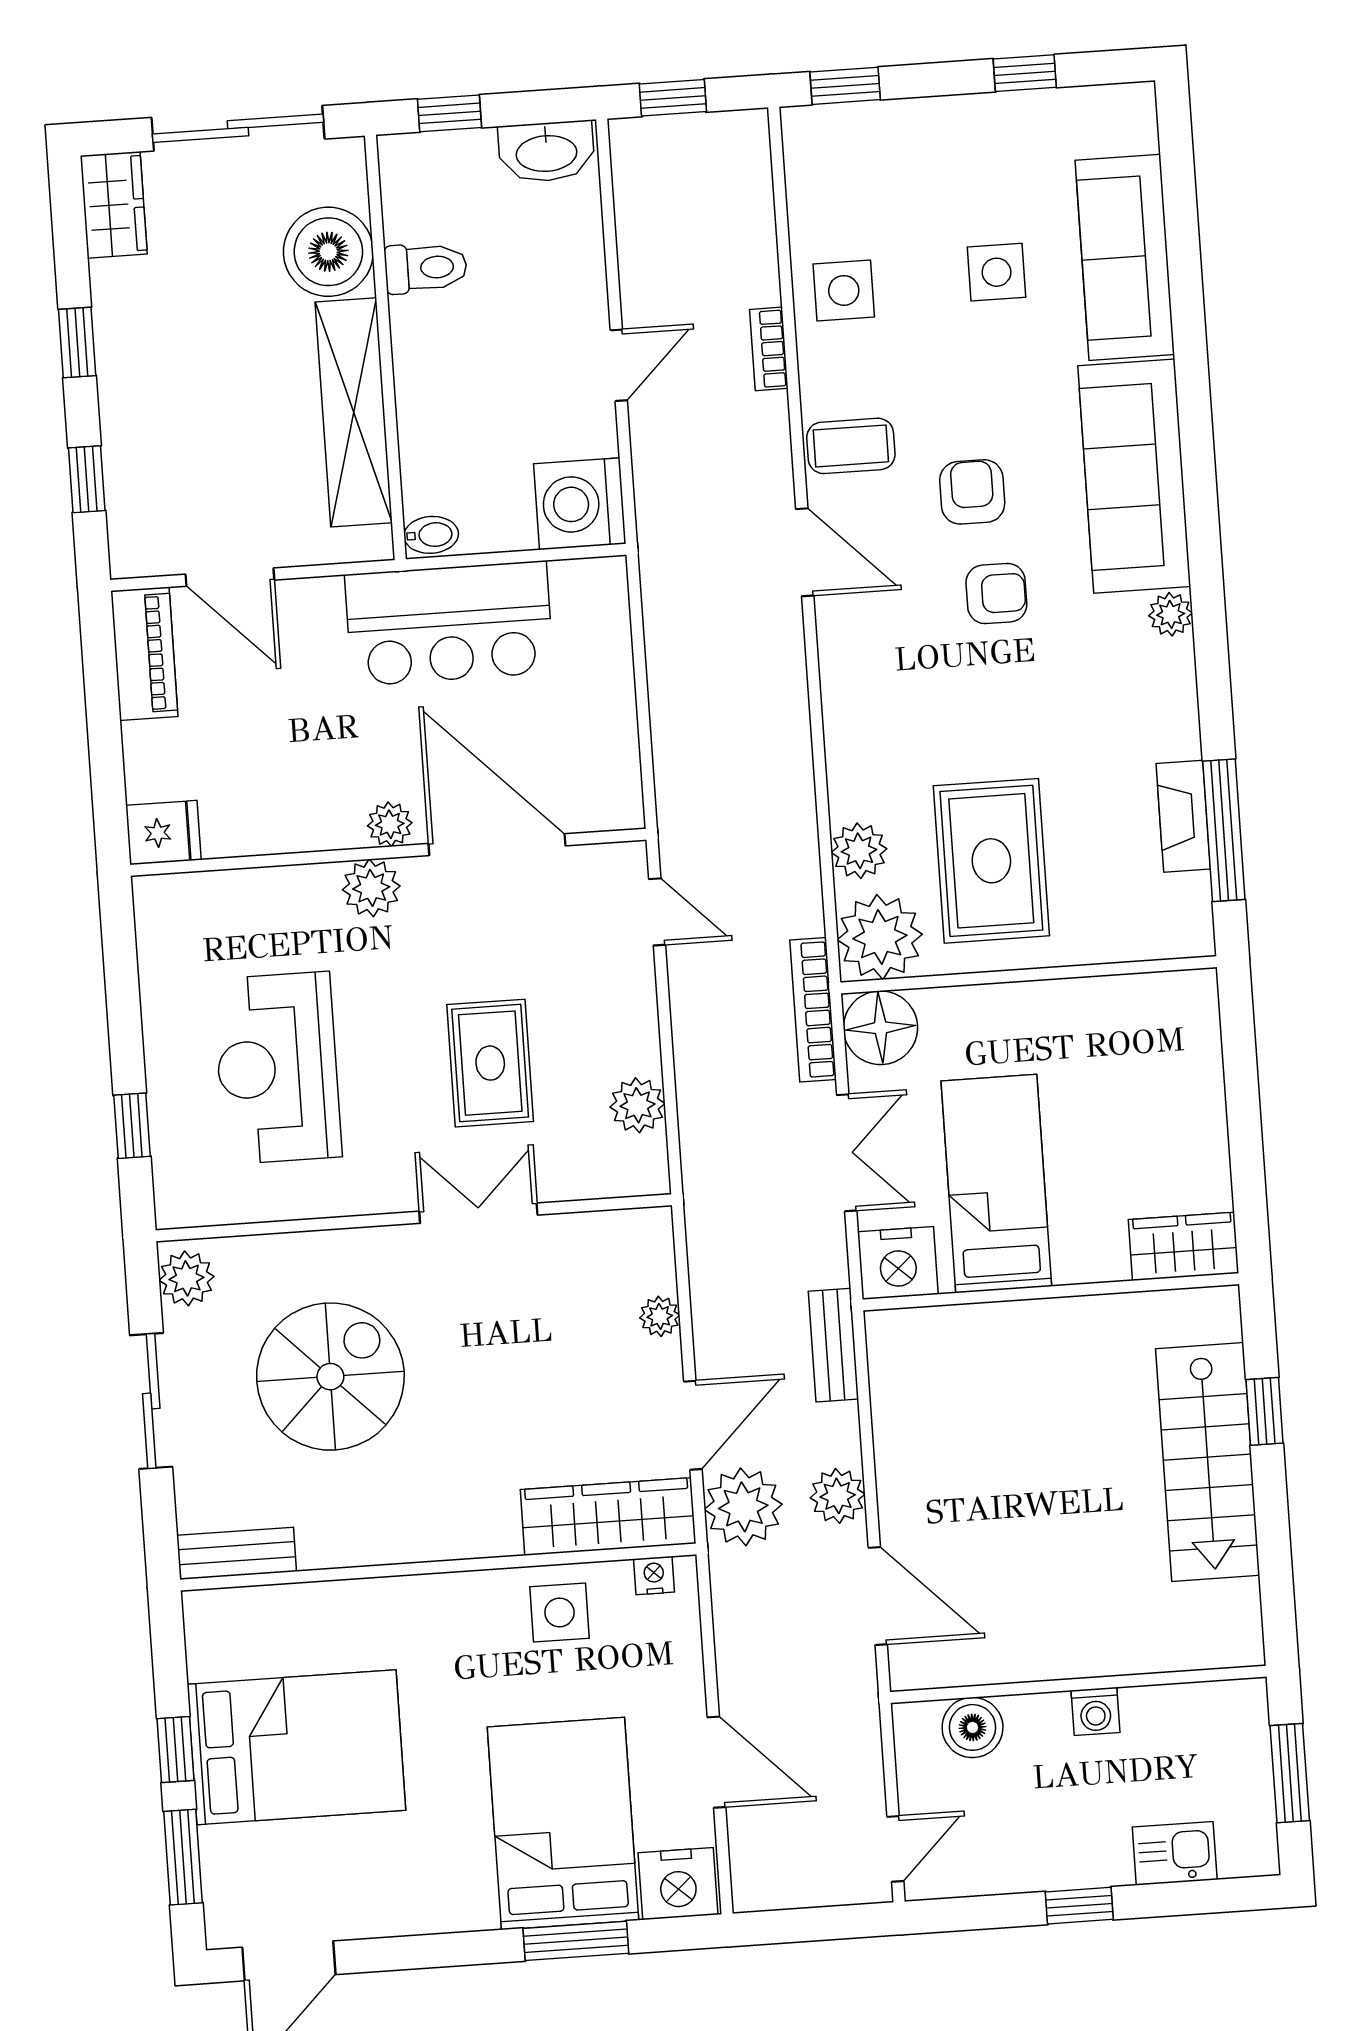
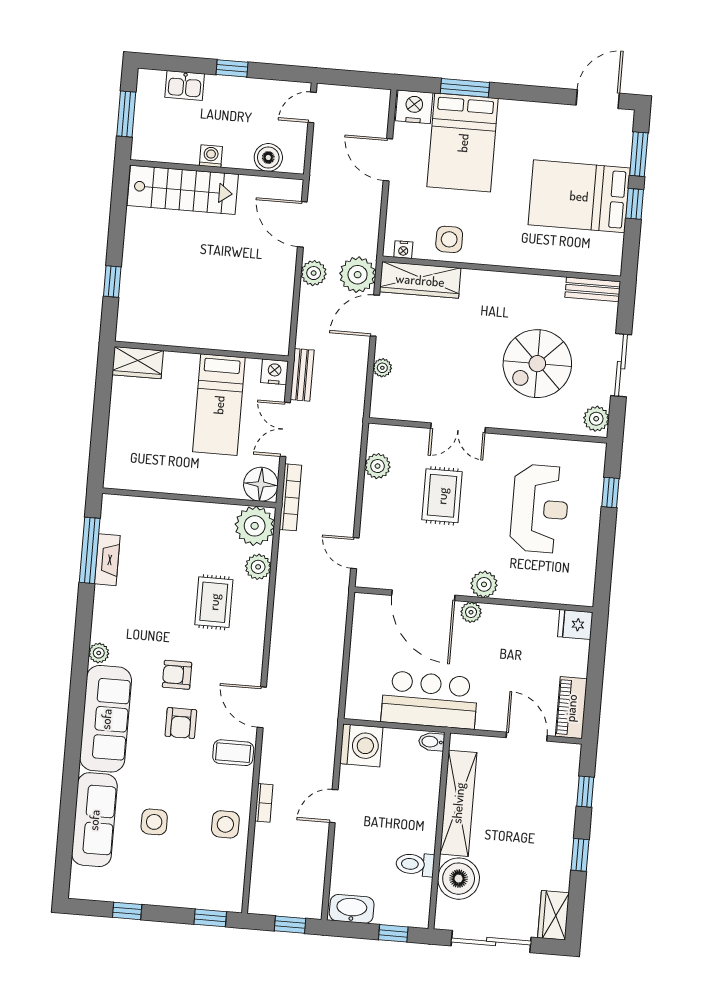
rug: (991, 861) -> (214, 602), moved, width x0.73, depth x0.70
nightstand: (898, 1263) -> (274, 372), width x0.74, depth x0.75
bench: (833, 1345) -> (302, 375), moved
stairs: (1208, 1462) -> (183, 190), moved, turned 90

